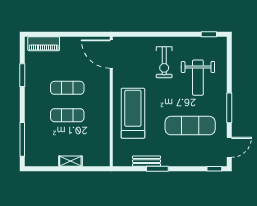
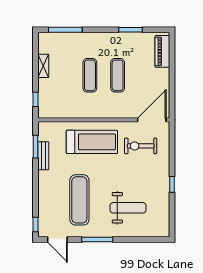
window: (209, 34) -> (172, 184), moved
exercise bike: (164, 62) -> (141, 146), moved
weight bench: (198, 78) -> (128, 208), turned 180
shelving: (70, 161) -> (43, 66), moved
window: (91, 169) -> (36, 99), added
window: (157, 169) -> (36, 147), moved

